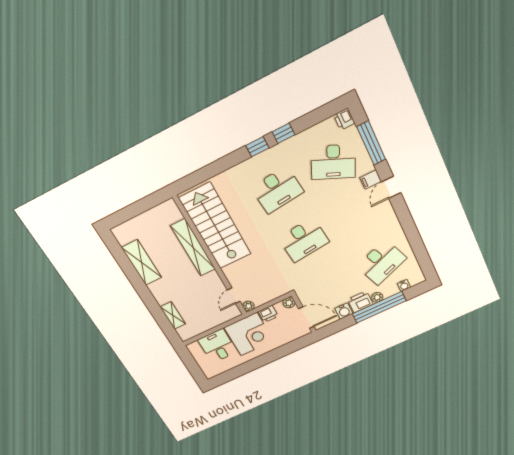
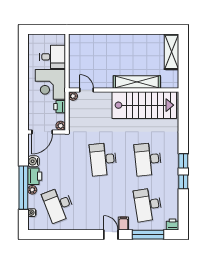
desk: (333, 162) -> (148, 205), turned -33
shelving: (142, 263) -> (172, 52), moved, turned 90
shelving: (173, 315) -> (94, 39), removed

